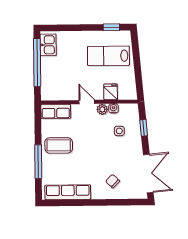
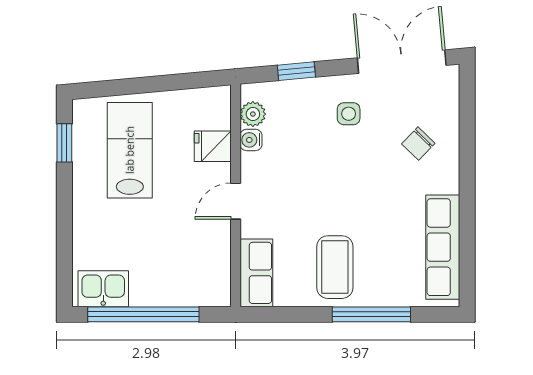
lab bench: (108, 56) -> (130, 150), turned 180
plant: (102, 109) -> (253, 114), moved
side table: (119, 131) -> (349, 114), moved

